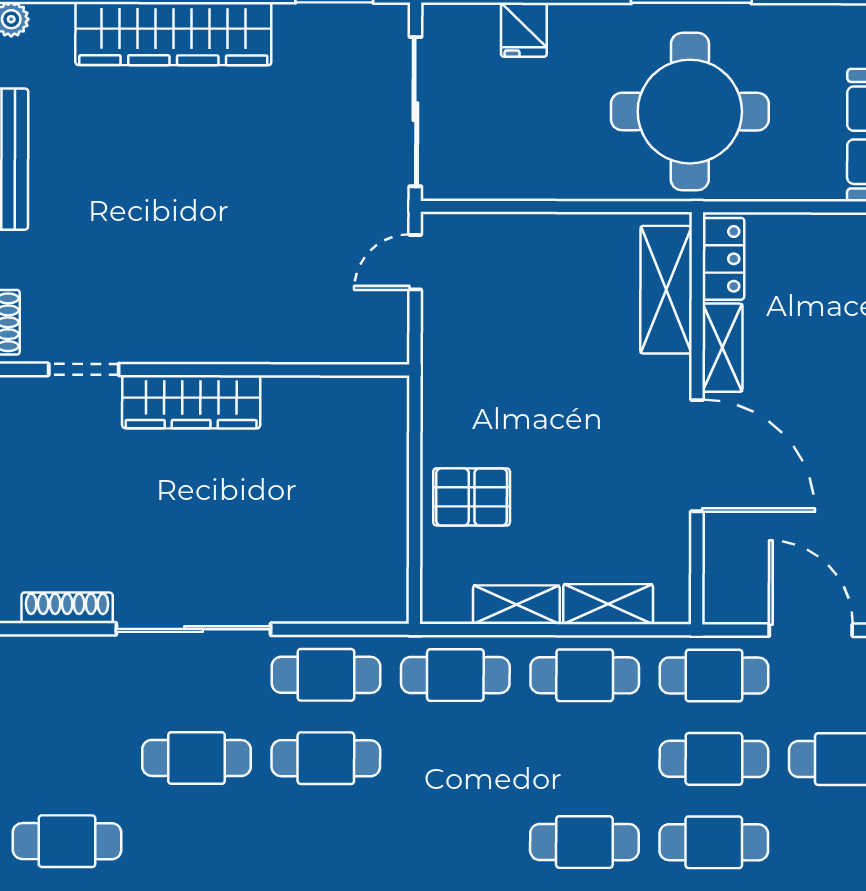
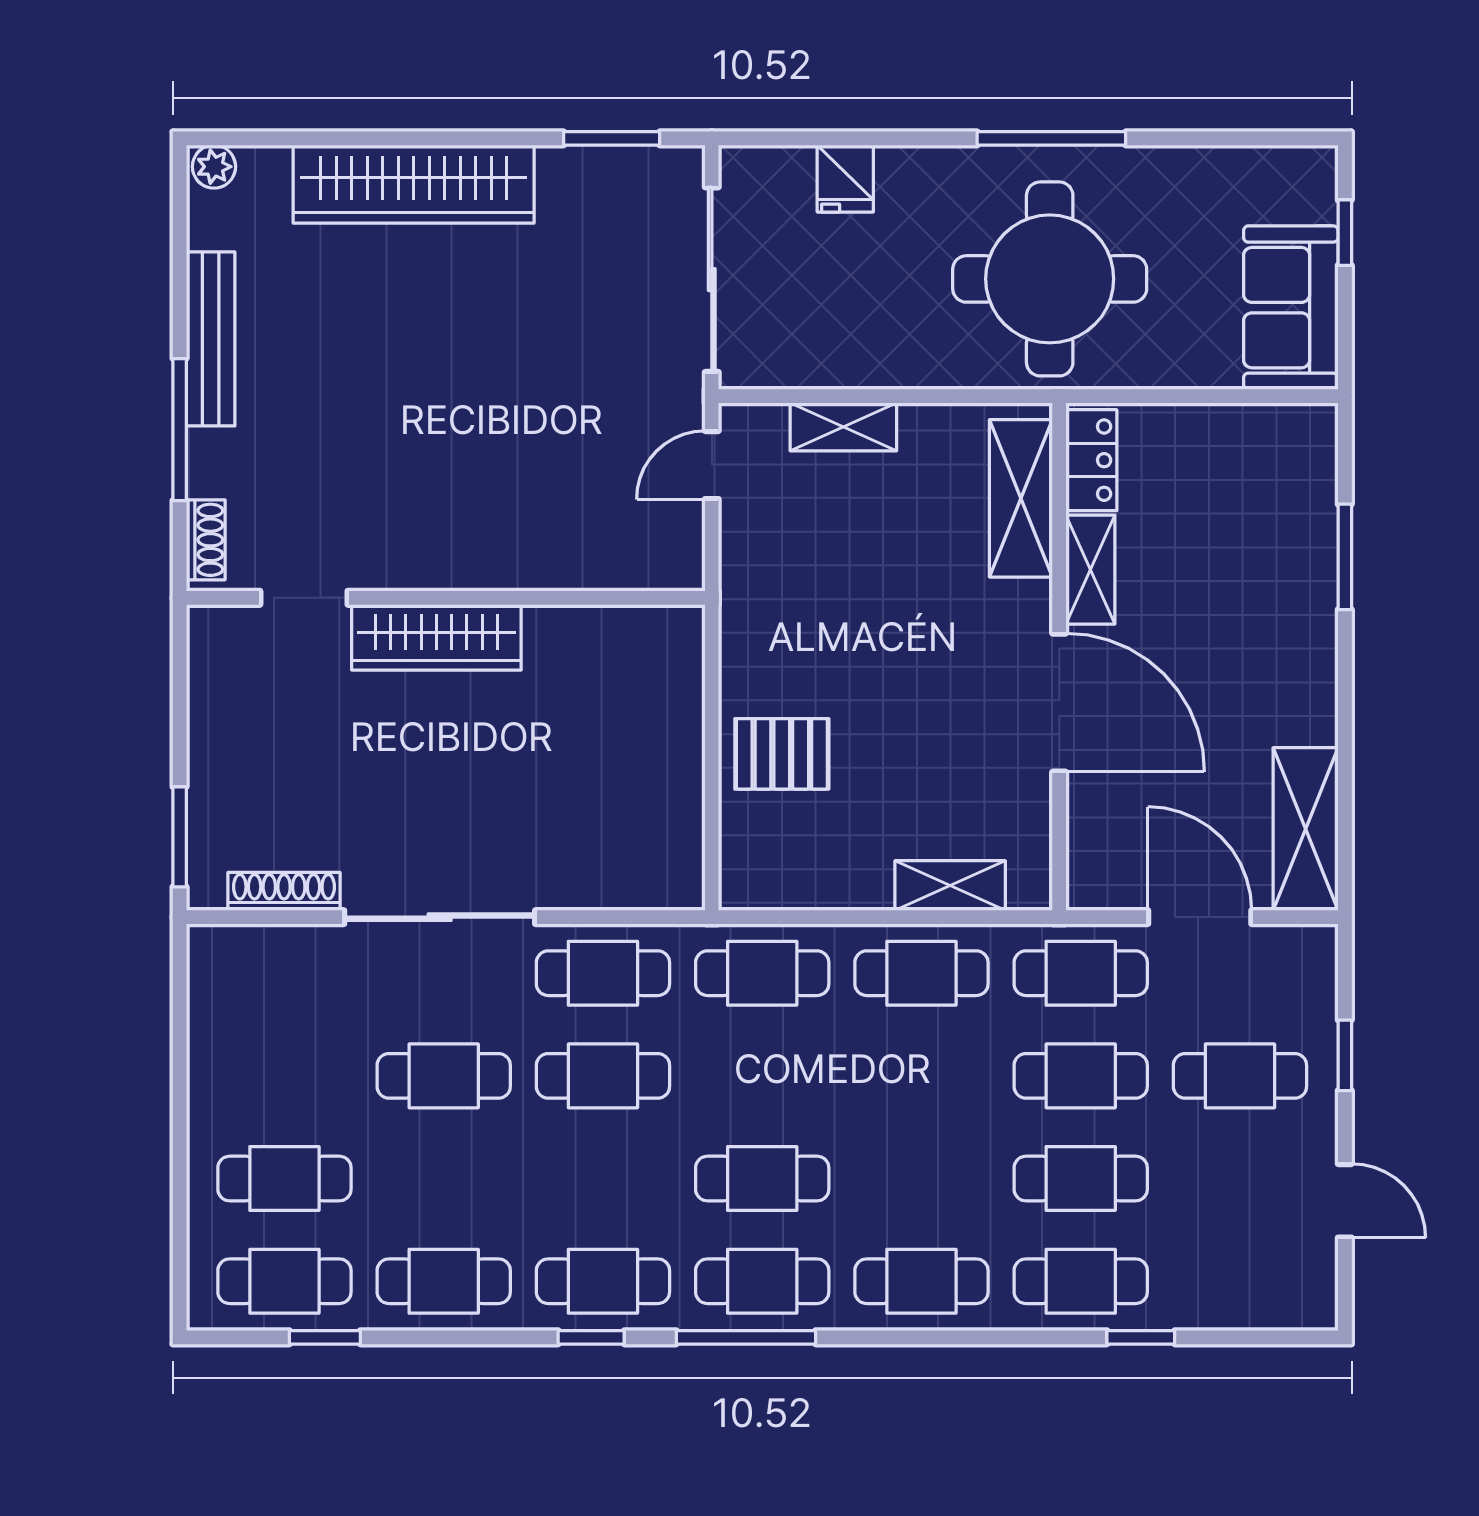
shelving: (516, 605) -> (843, 427), moved
cafe table: (584, 842) -> (762, 1179), moved

